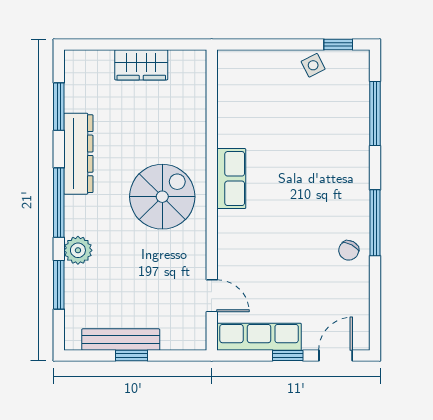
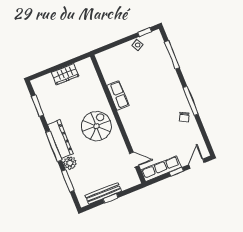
dresser: (78, 154) -> (60, 139), moved
row of seats: (231, 179) -> (118, 95), moved

